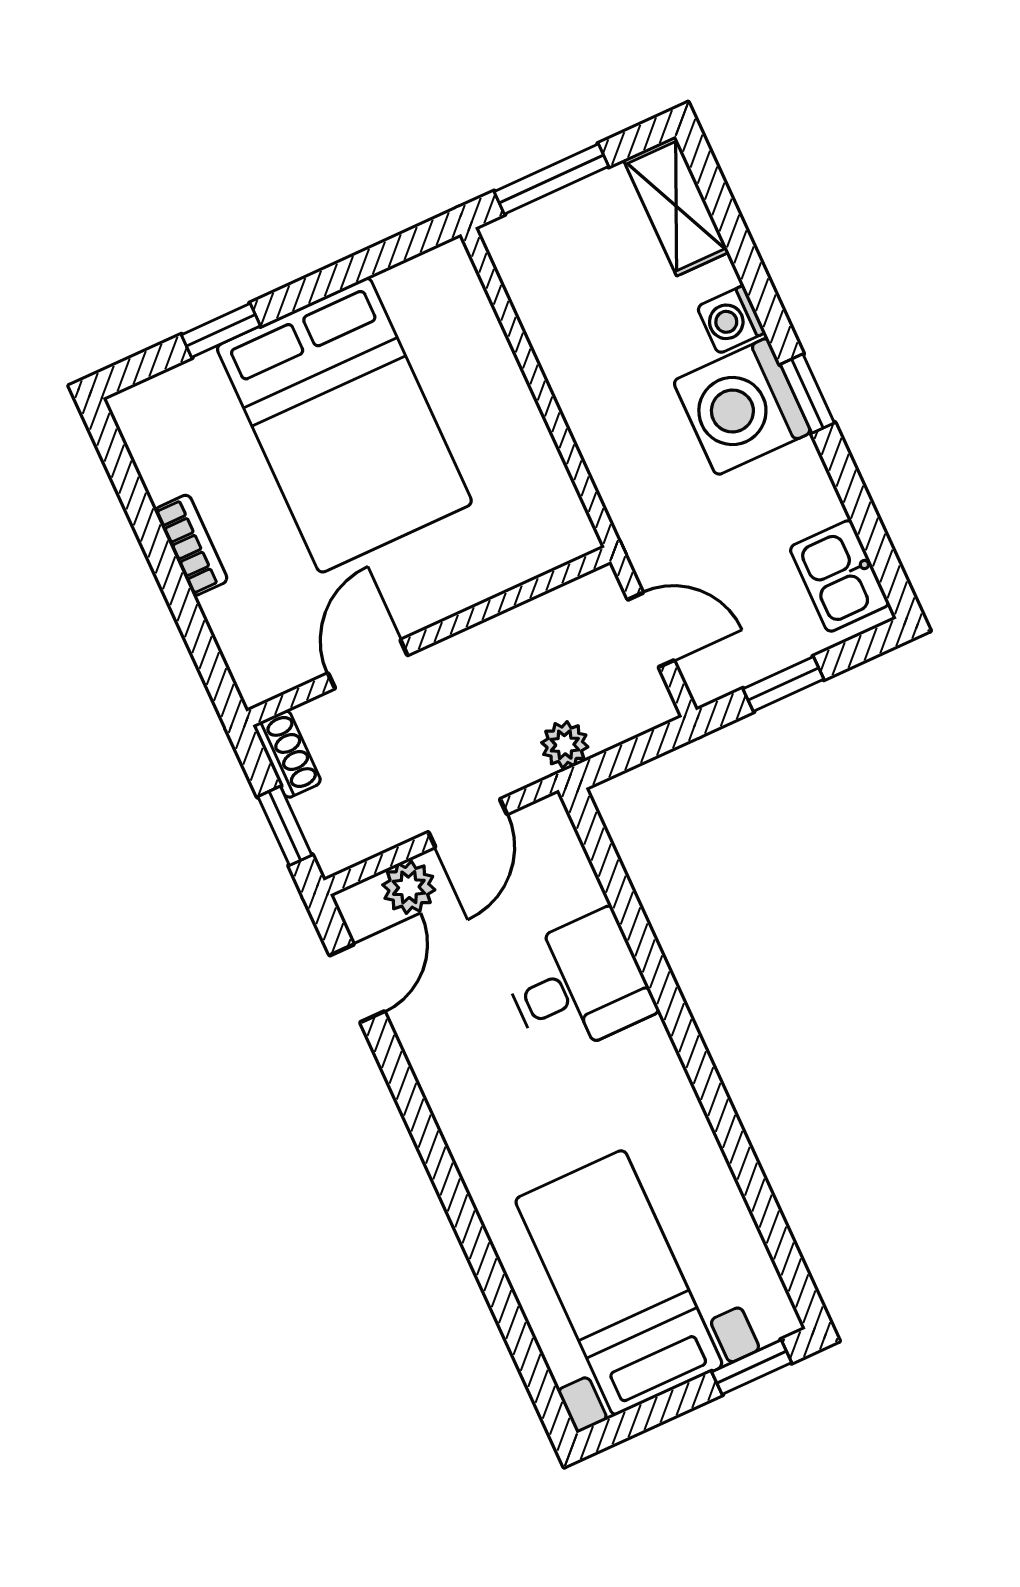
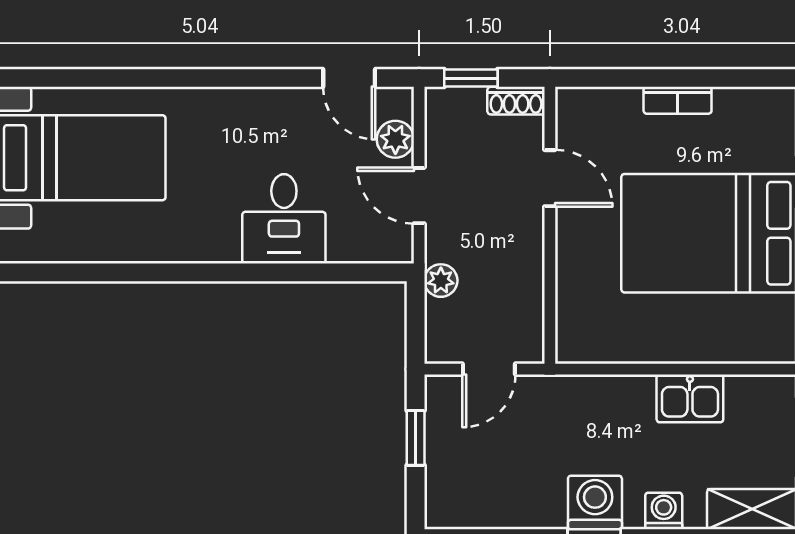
washing machine: (742, 407) -> (595, 502), width x0.73, depth x0.73
kitchen sink: (839, 576) -> (690, 398), moved, turned 180

